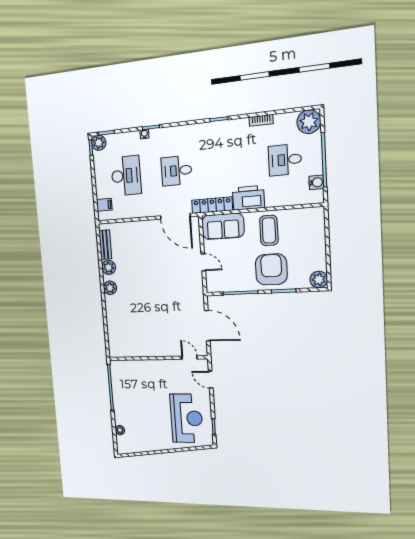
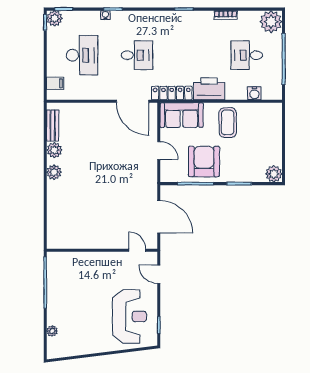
desk: (177, 171) -> (137, 55), turned 180
water cooler: (316, 182) -> (254, 93), moved, turned 90
armchair: (271, 269) -> (204, 161), moved

